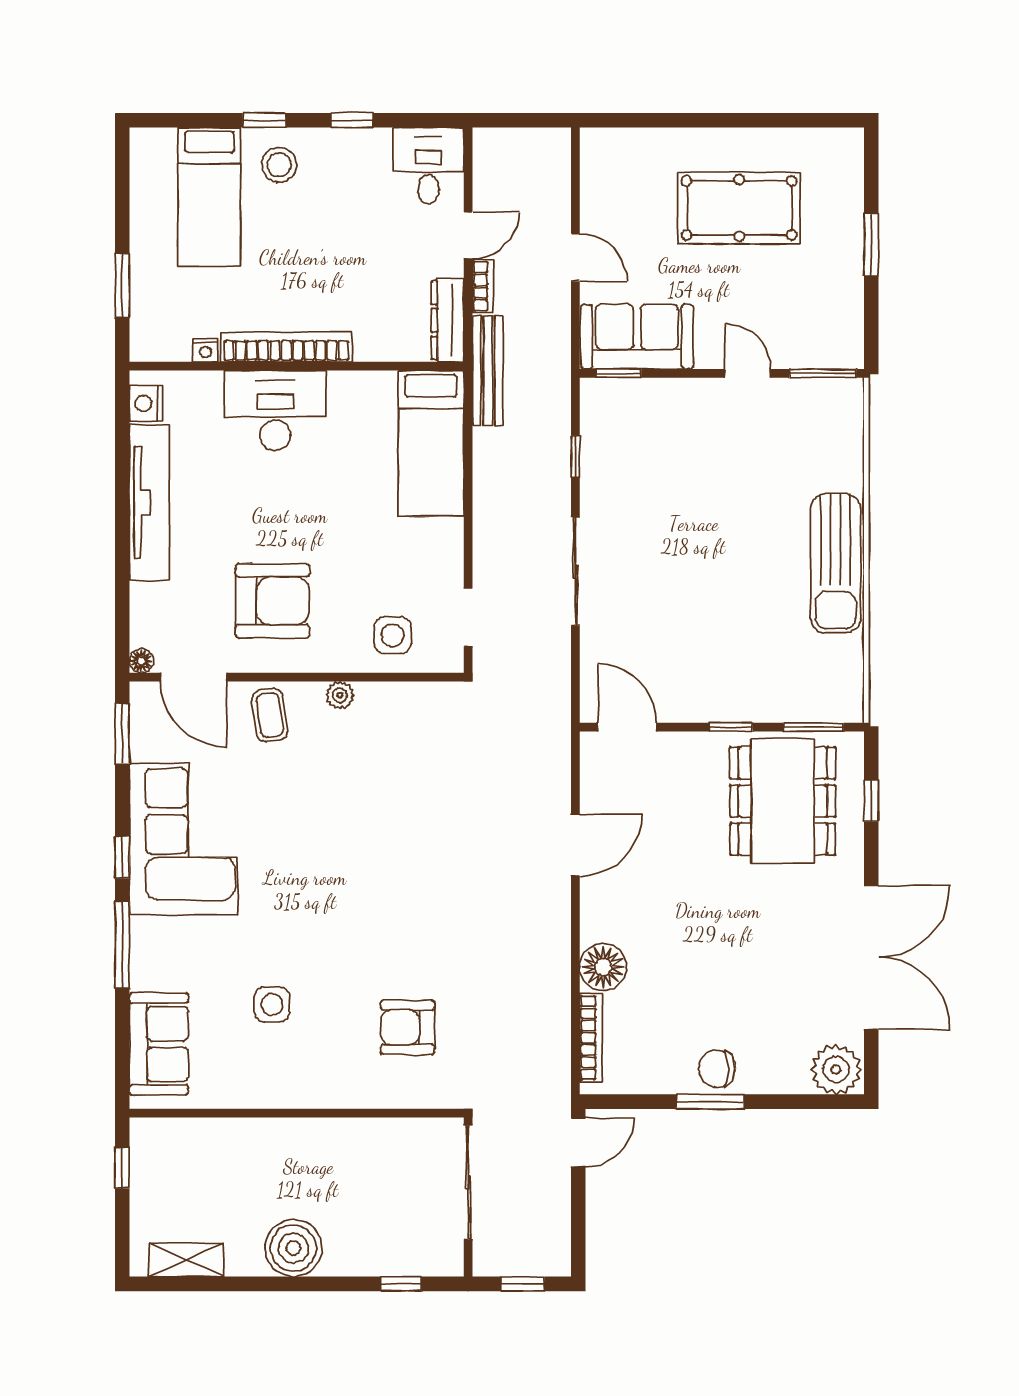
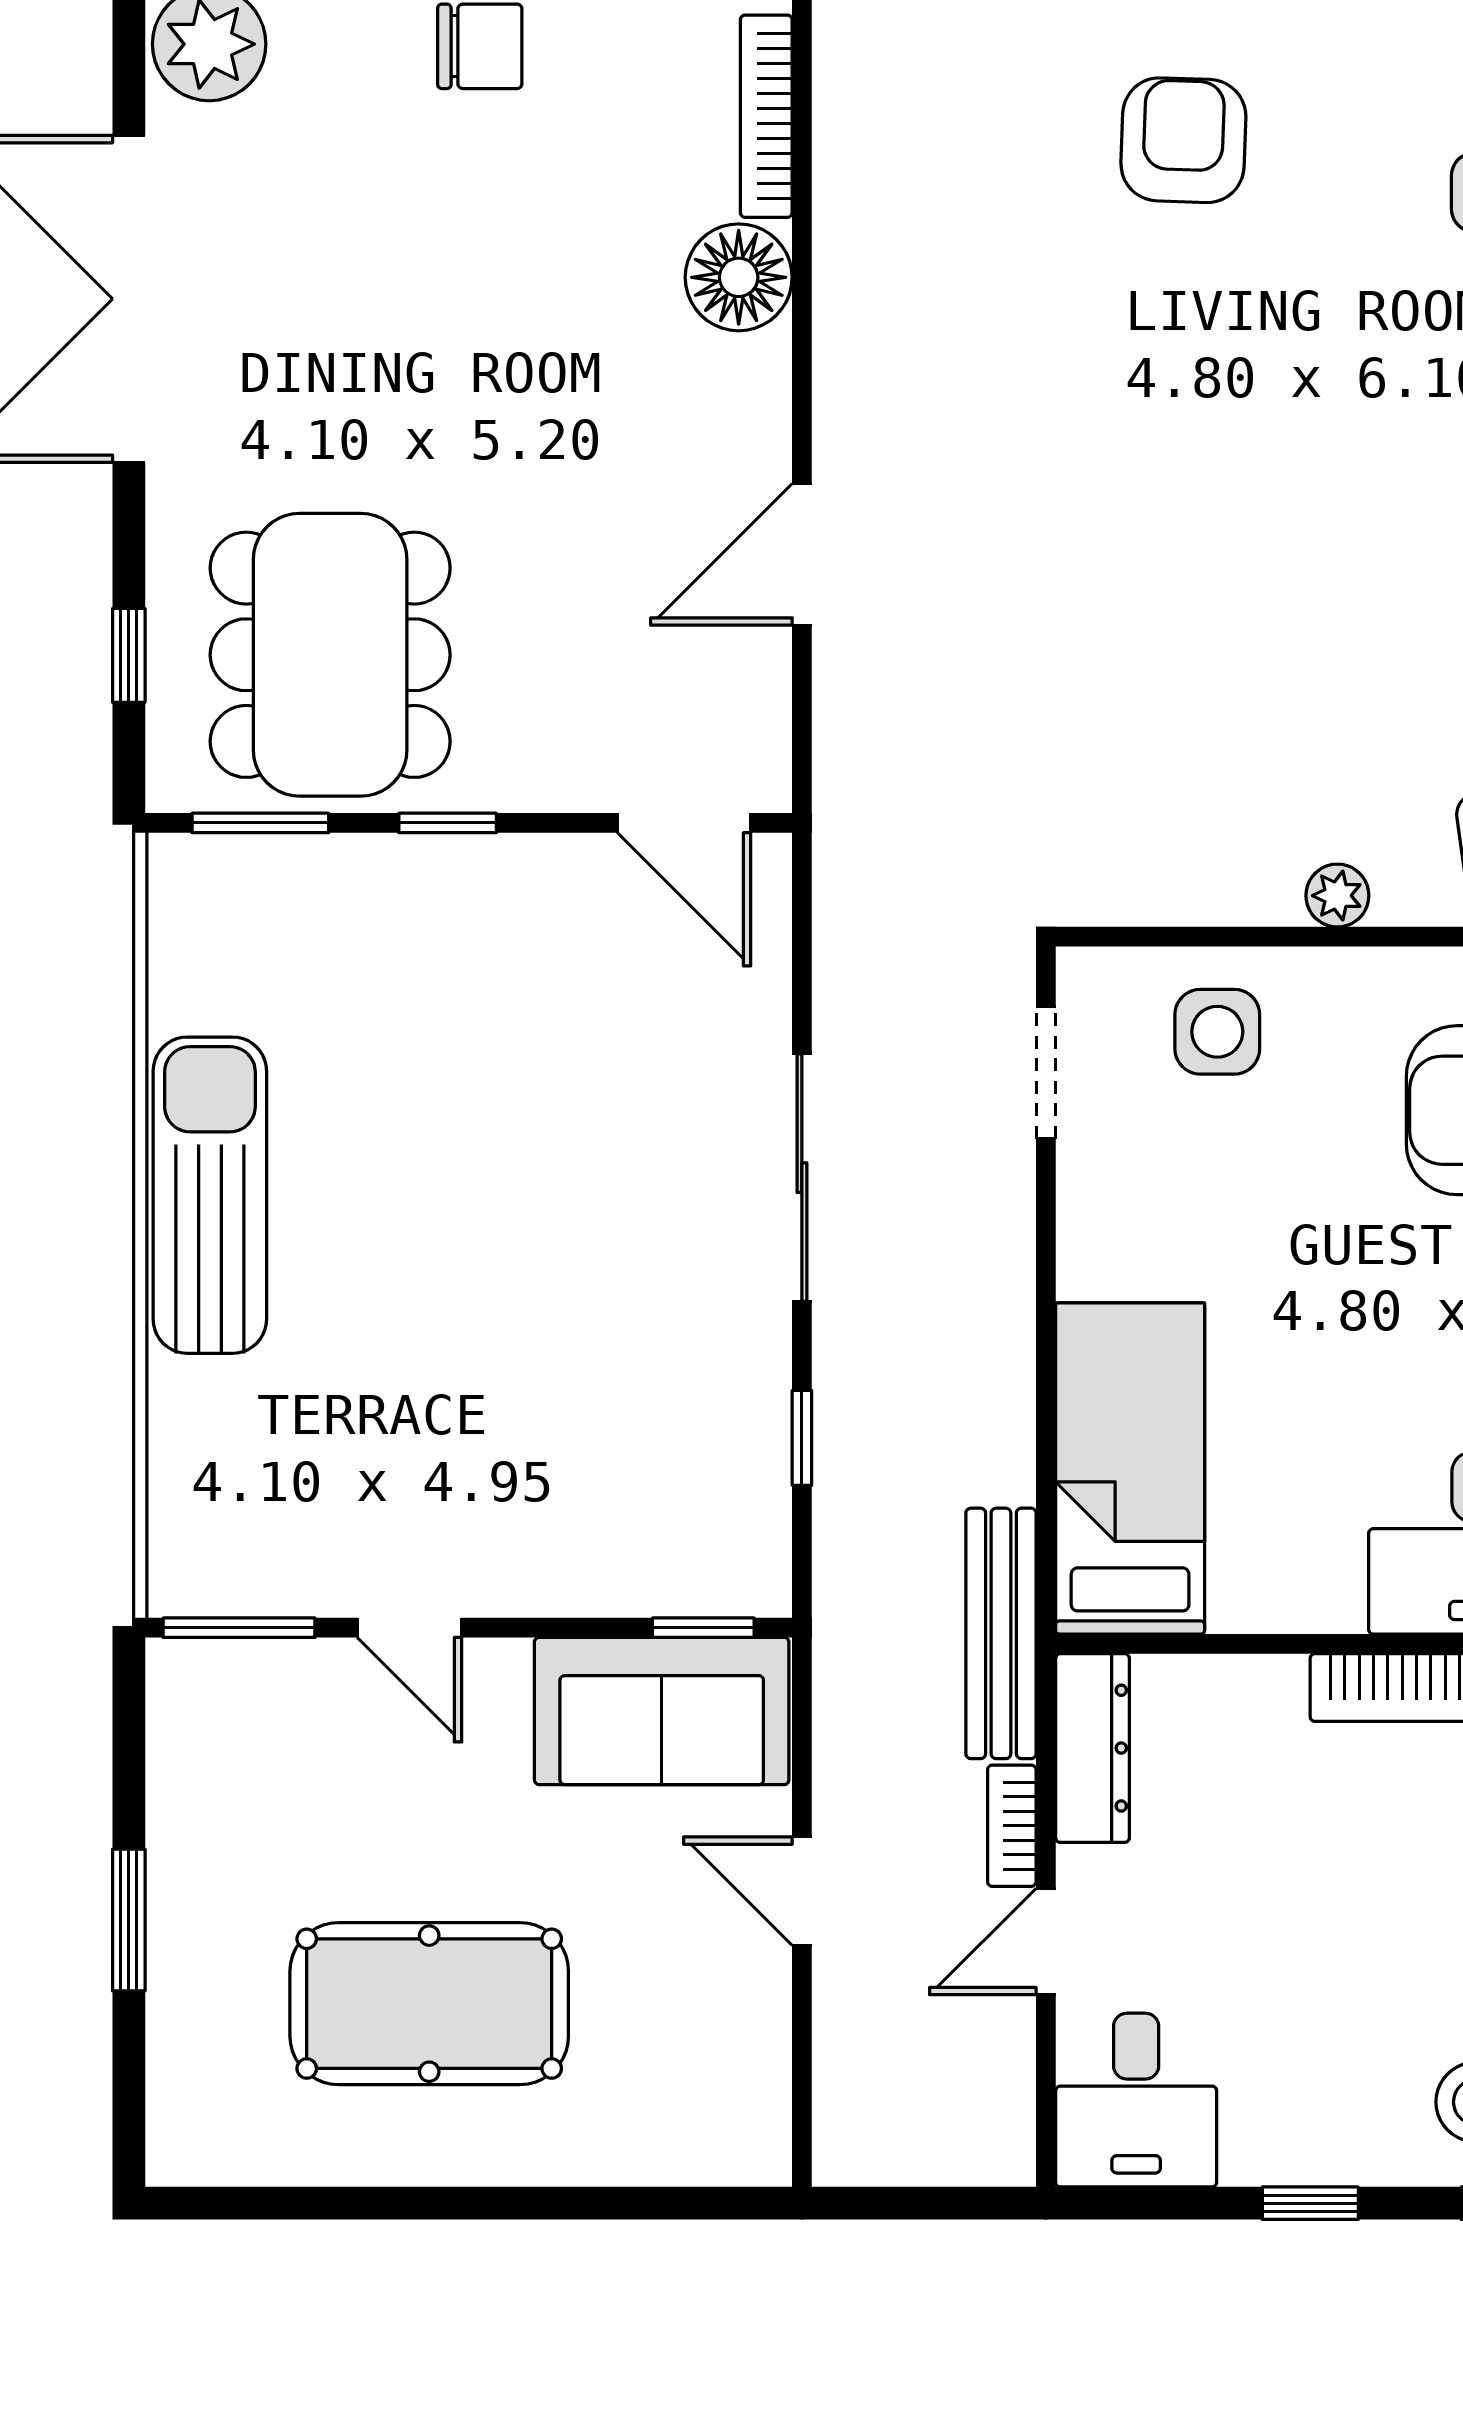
armchair: (408, 1027) -> (1183, 140), turned -88

